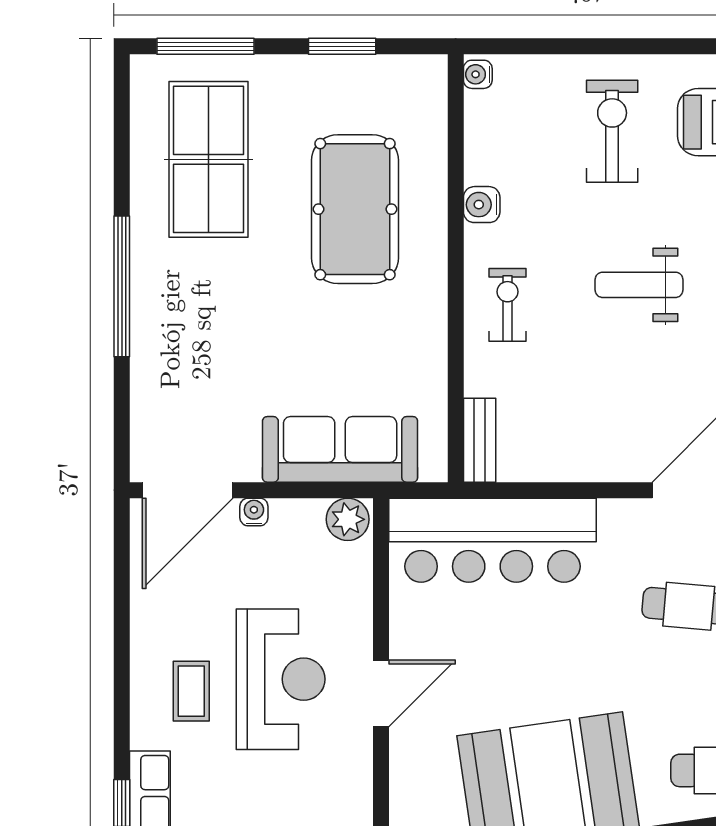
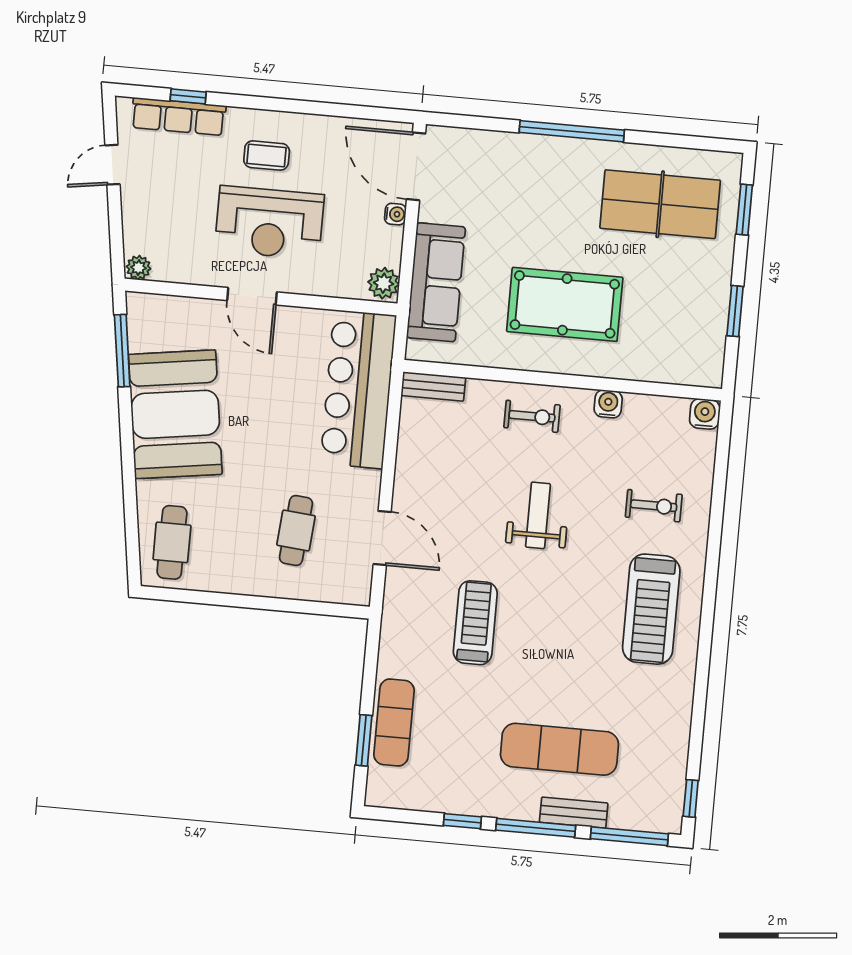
window: (206, 46) -> (744, 210), width x0.69
water cooler: (478, 74) -> (705, 414), width x1.38, depth x1.38
exercise bike: (612, 131) -> (654, 506), width x0.73, depth x0.72
pool table: (355, 209) -> (565, 304), moved

